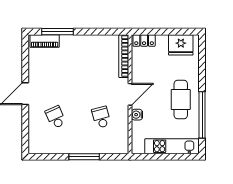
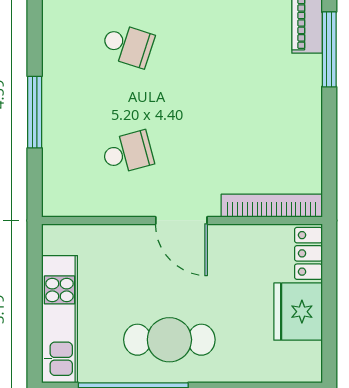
fridge: (181, 45) -> (298, 312), moved
water cooler: (137, 115) -> (134, 237), removed
school desk: (56, 117) -> (128, 45), turned 42

